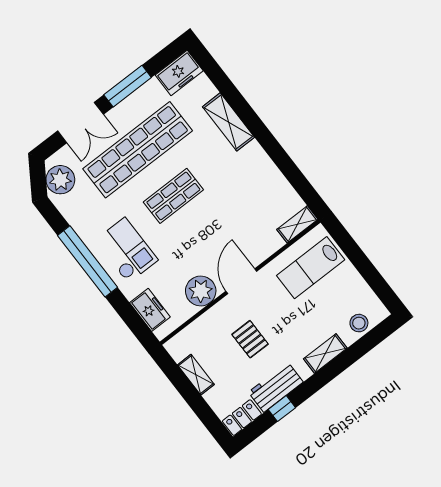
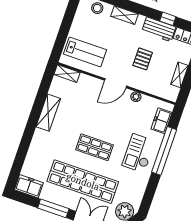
shelving: (229, 122) -> (48, 113), moved
window: (87, 261) -> (164, 151), moved
plant: (201, 291) -> (136, 97), width x0.53, depth x0.53

